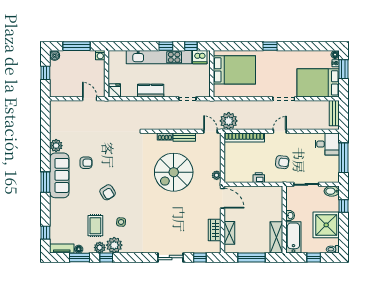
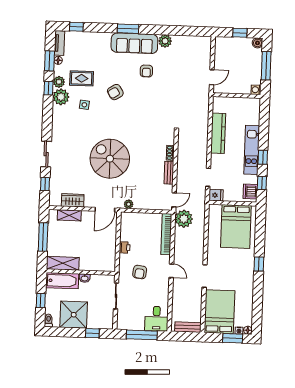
kitchen unit: (159, 57) -> (252, 150), width x0.73
fridge: (115, 90) -> (216, 195), moved
kitchen counter: (151, 91) -> (218, 133), width x1.50
spiral stairs: (174, 172) -> (110, 159), moved
bidet: (332, 191) -> (108, 322), removed

